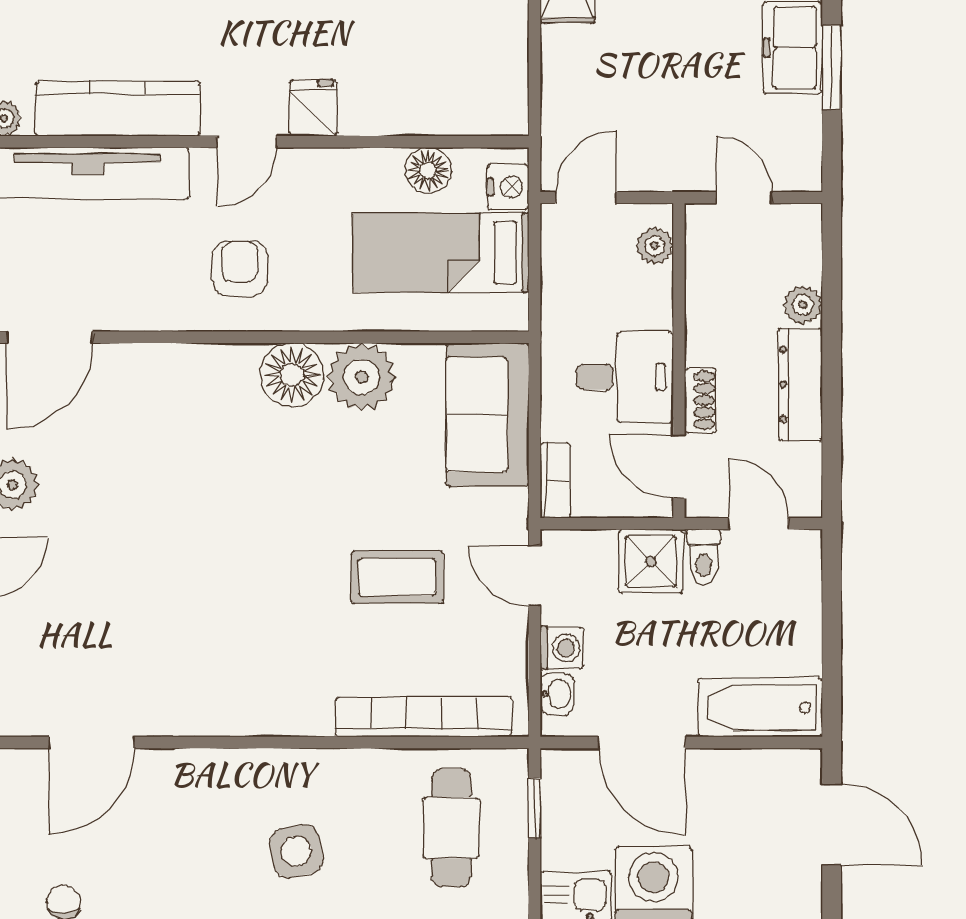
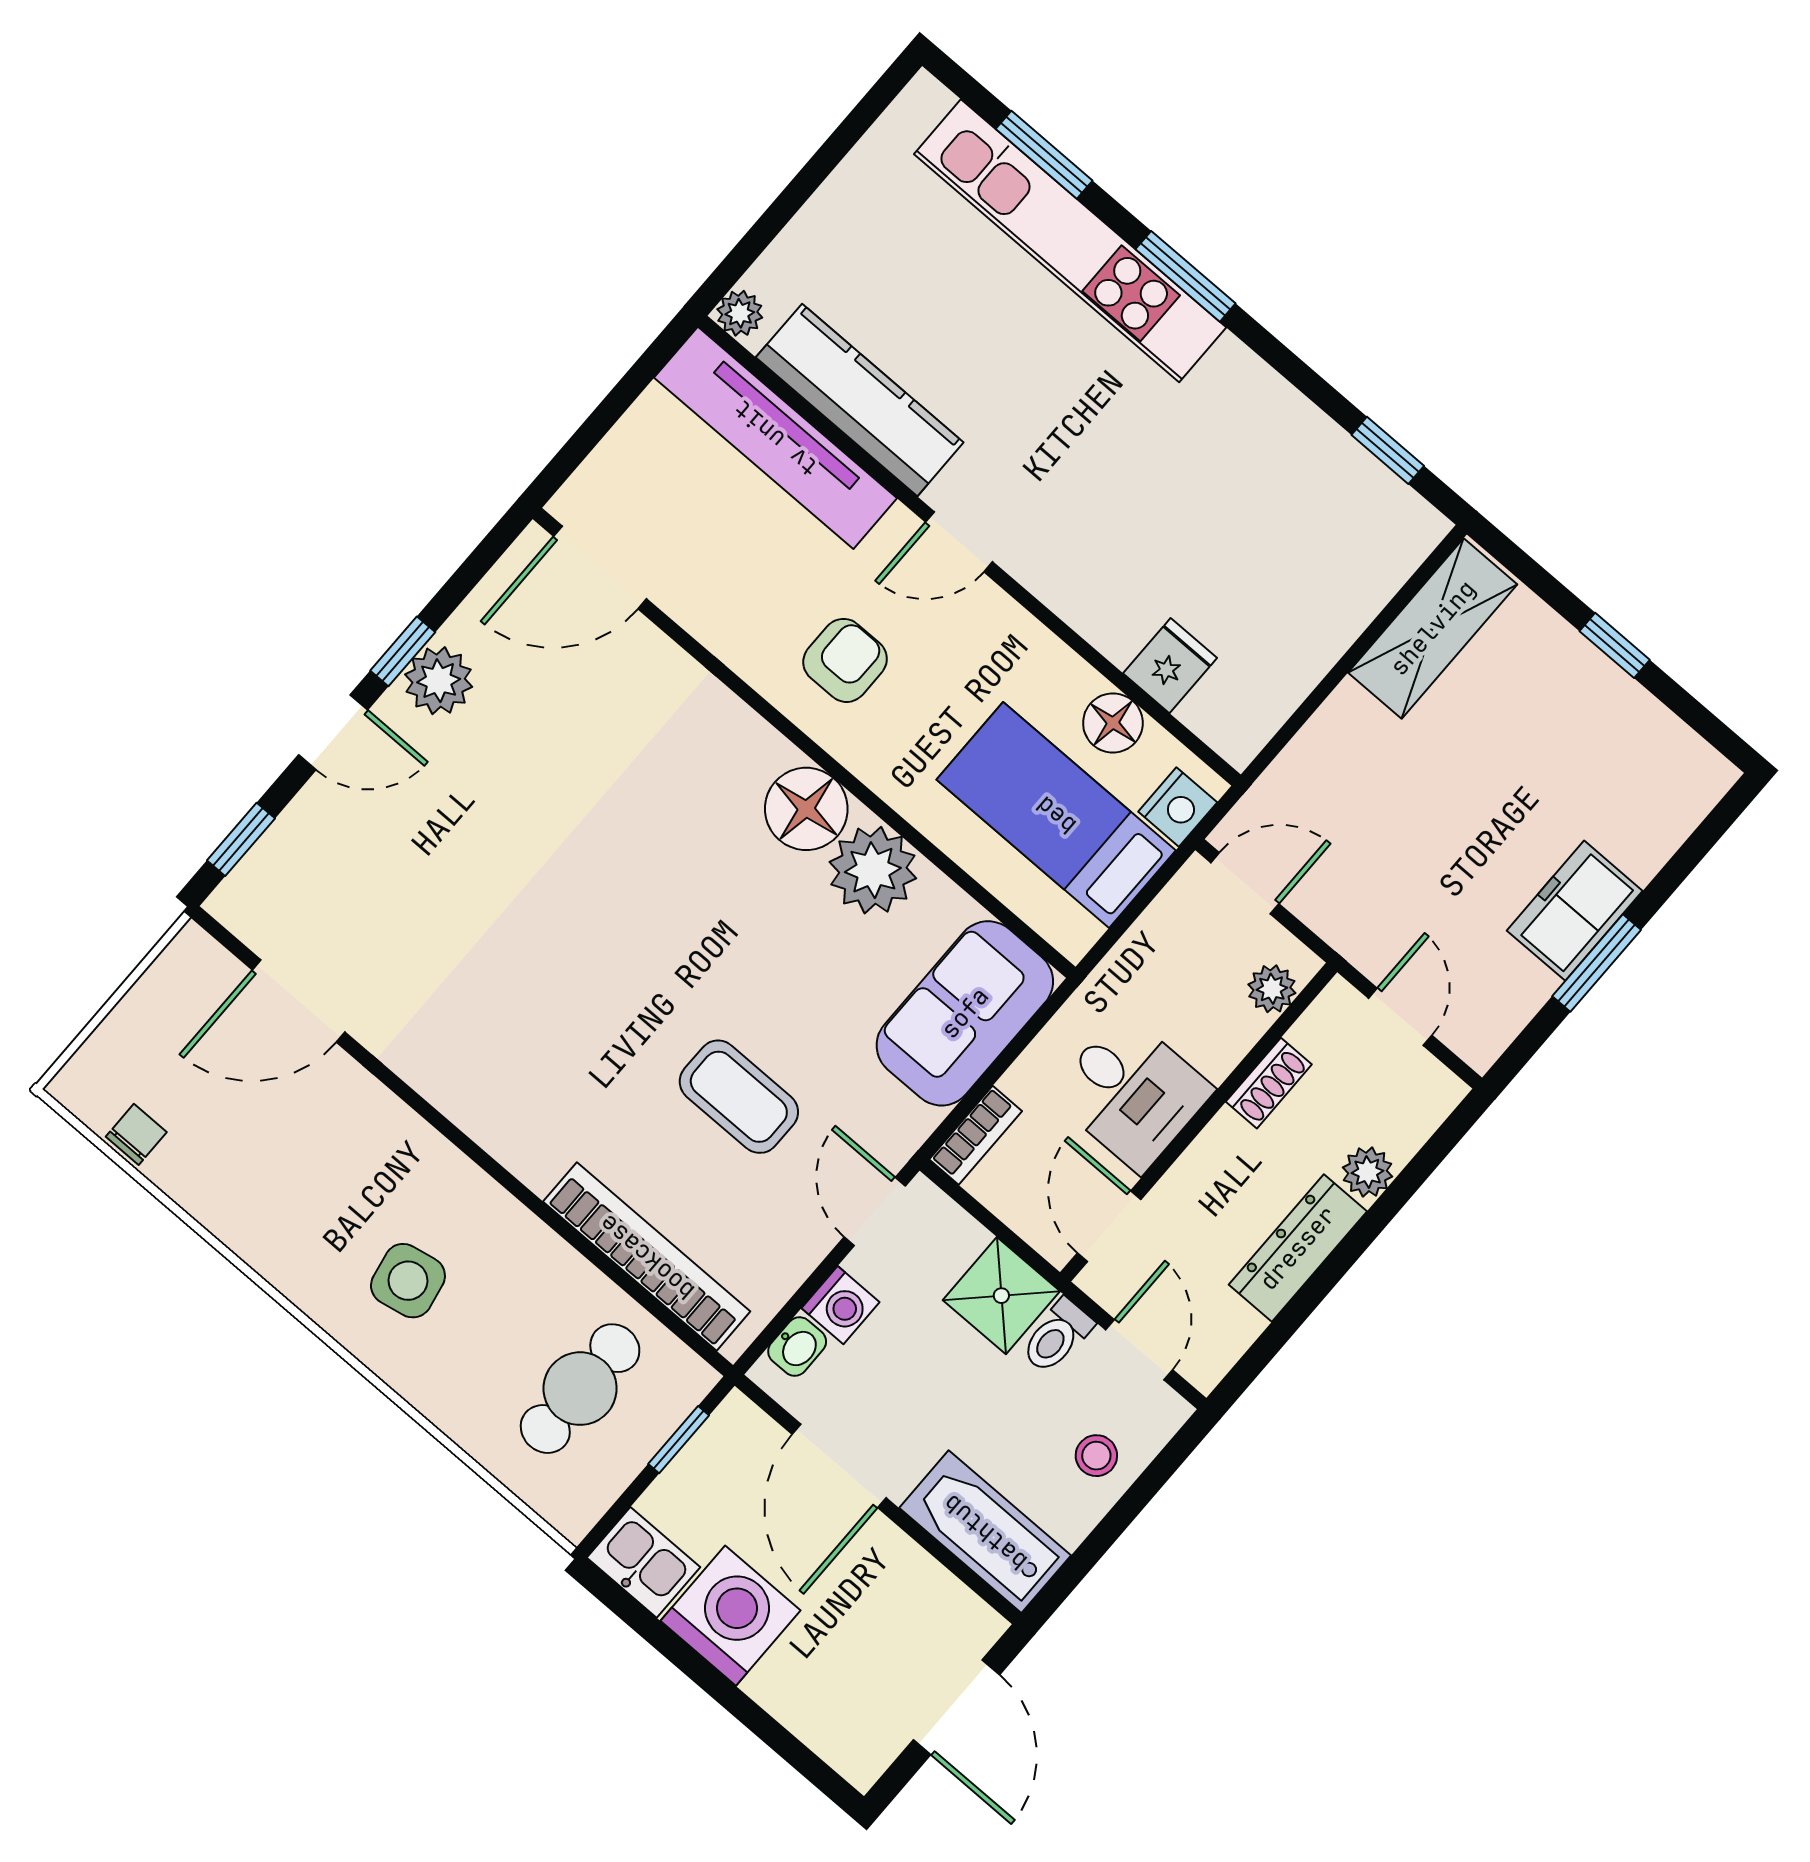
fridge: (313, 108) -> (1170, 666), moved
shoe rack: (700, 400) -> (1269, 1083), moved
stool: (787, 607) -> (1096, 1456), added

